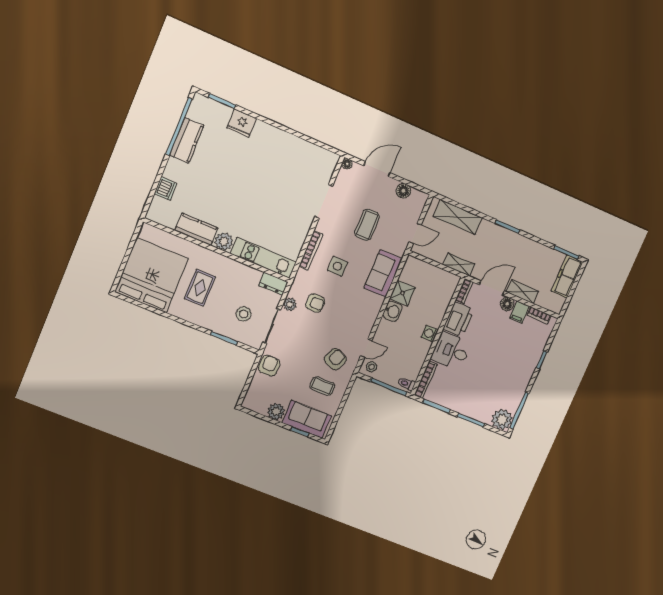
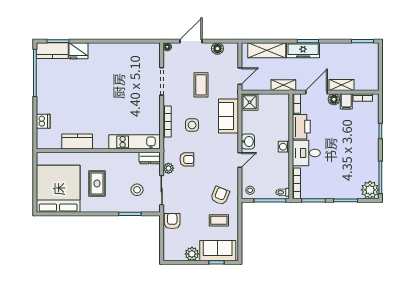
kitchen counter: (187, 140) -> (52, 51), moved, turned 90
plant: (224, 241) -> (101, 142), removed
freezer: (567, 276) -> (303, 50), moved, turned -90
shower: (402, 293) -> (250, 102), moved
door: (366, 348) -> (240, 160), moved

